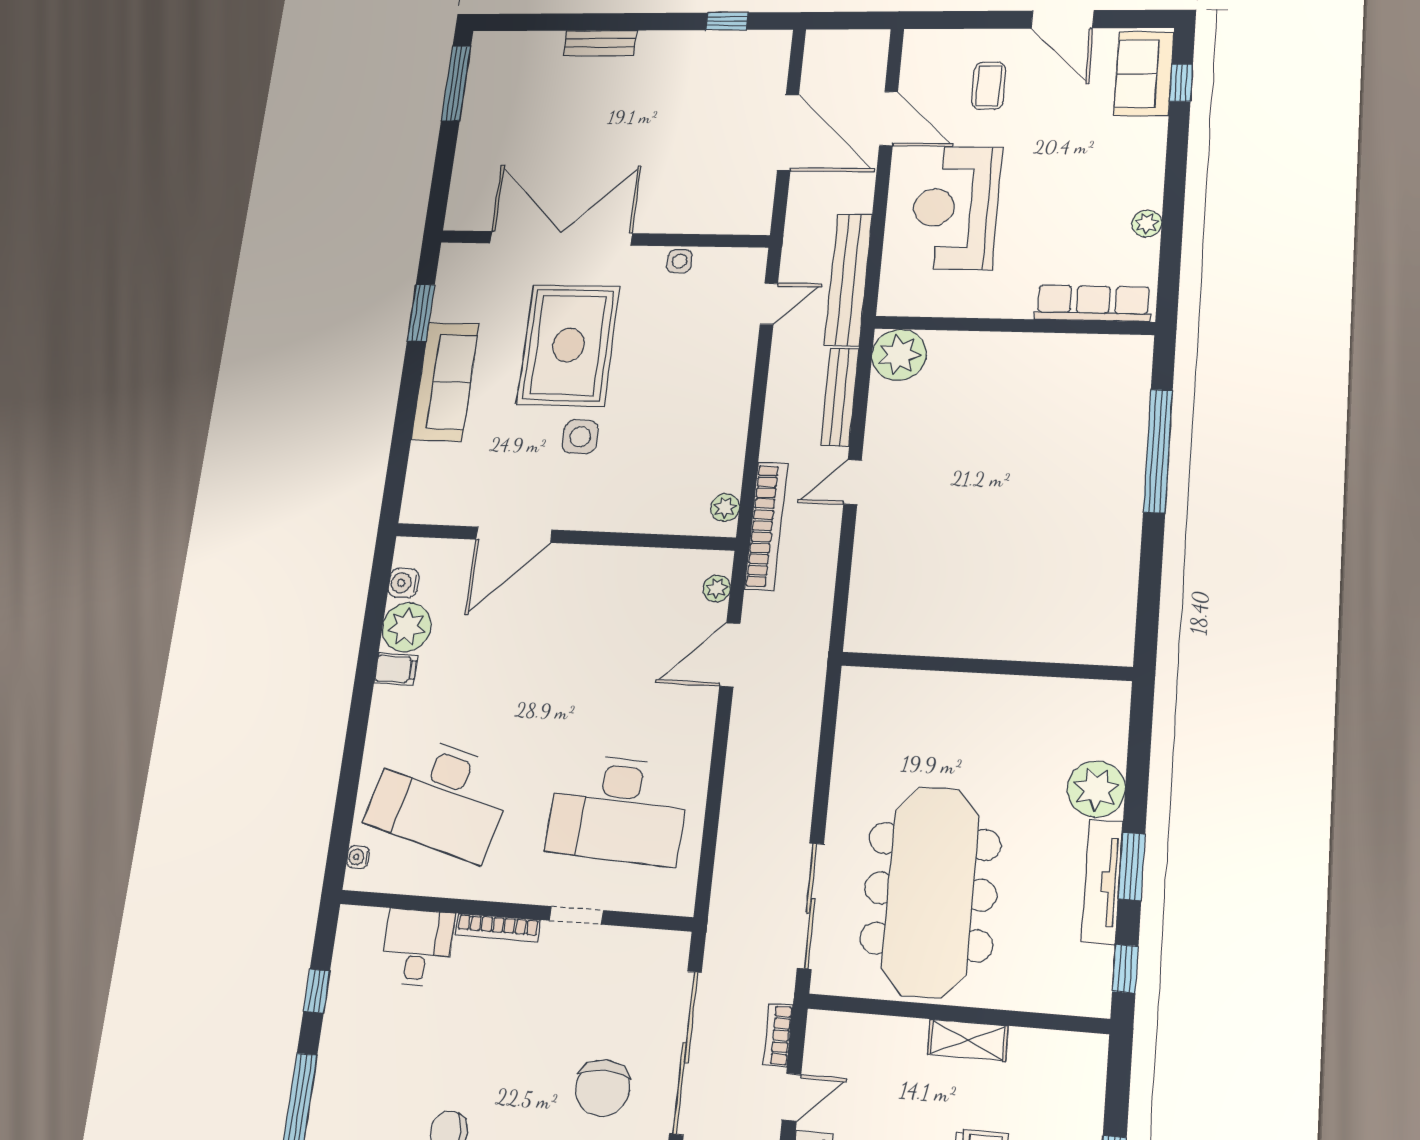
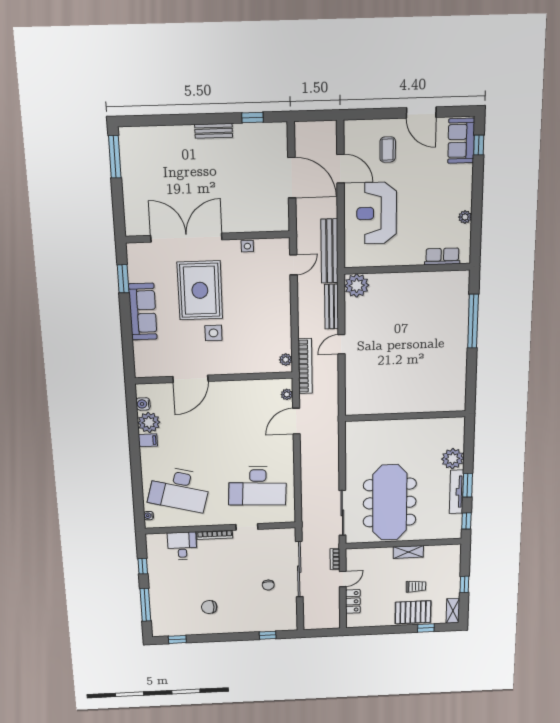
bench: (600, 43) -> (214, 131), moved
row of seats: (1093, 303) -> (442, 256), width x0.68
chair: (603, 1088) -> (268, 585), width x0.54, depth x0.54

